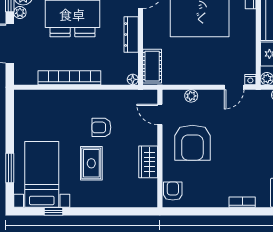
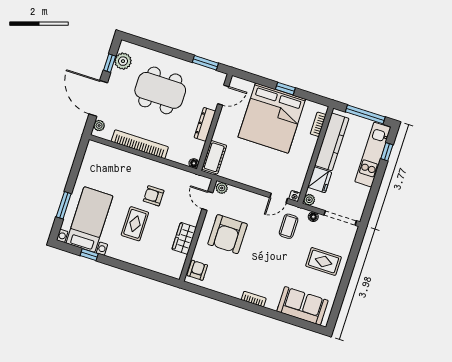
plant: (20, 12) -> (99, 126), moved
plant: (191, 96) -> (222, 188), moved
coffee table: (254, 114) -> (289, 226), added

